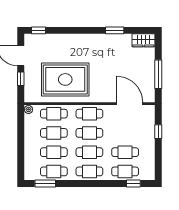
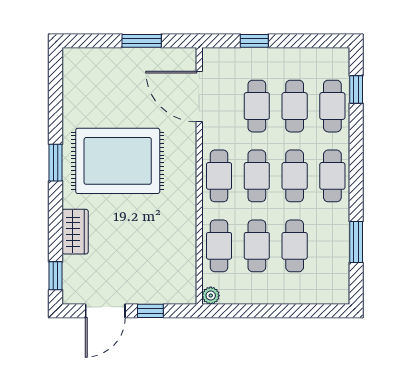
window: (115, 30) -> (56, 163), moved
wardrobe: (143, 40) -> (75, 232), moved
window: (158, 74) -> (142, 41), width x0.69
rug: (65, 79) -> (118, 161), moved, turned 90
door: (130, 104) -> (199, 97), hinge flipped
cafe table: (54, 171) -> (257, 106), moved
window: (45, 183) -> (356, 242), moved

